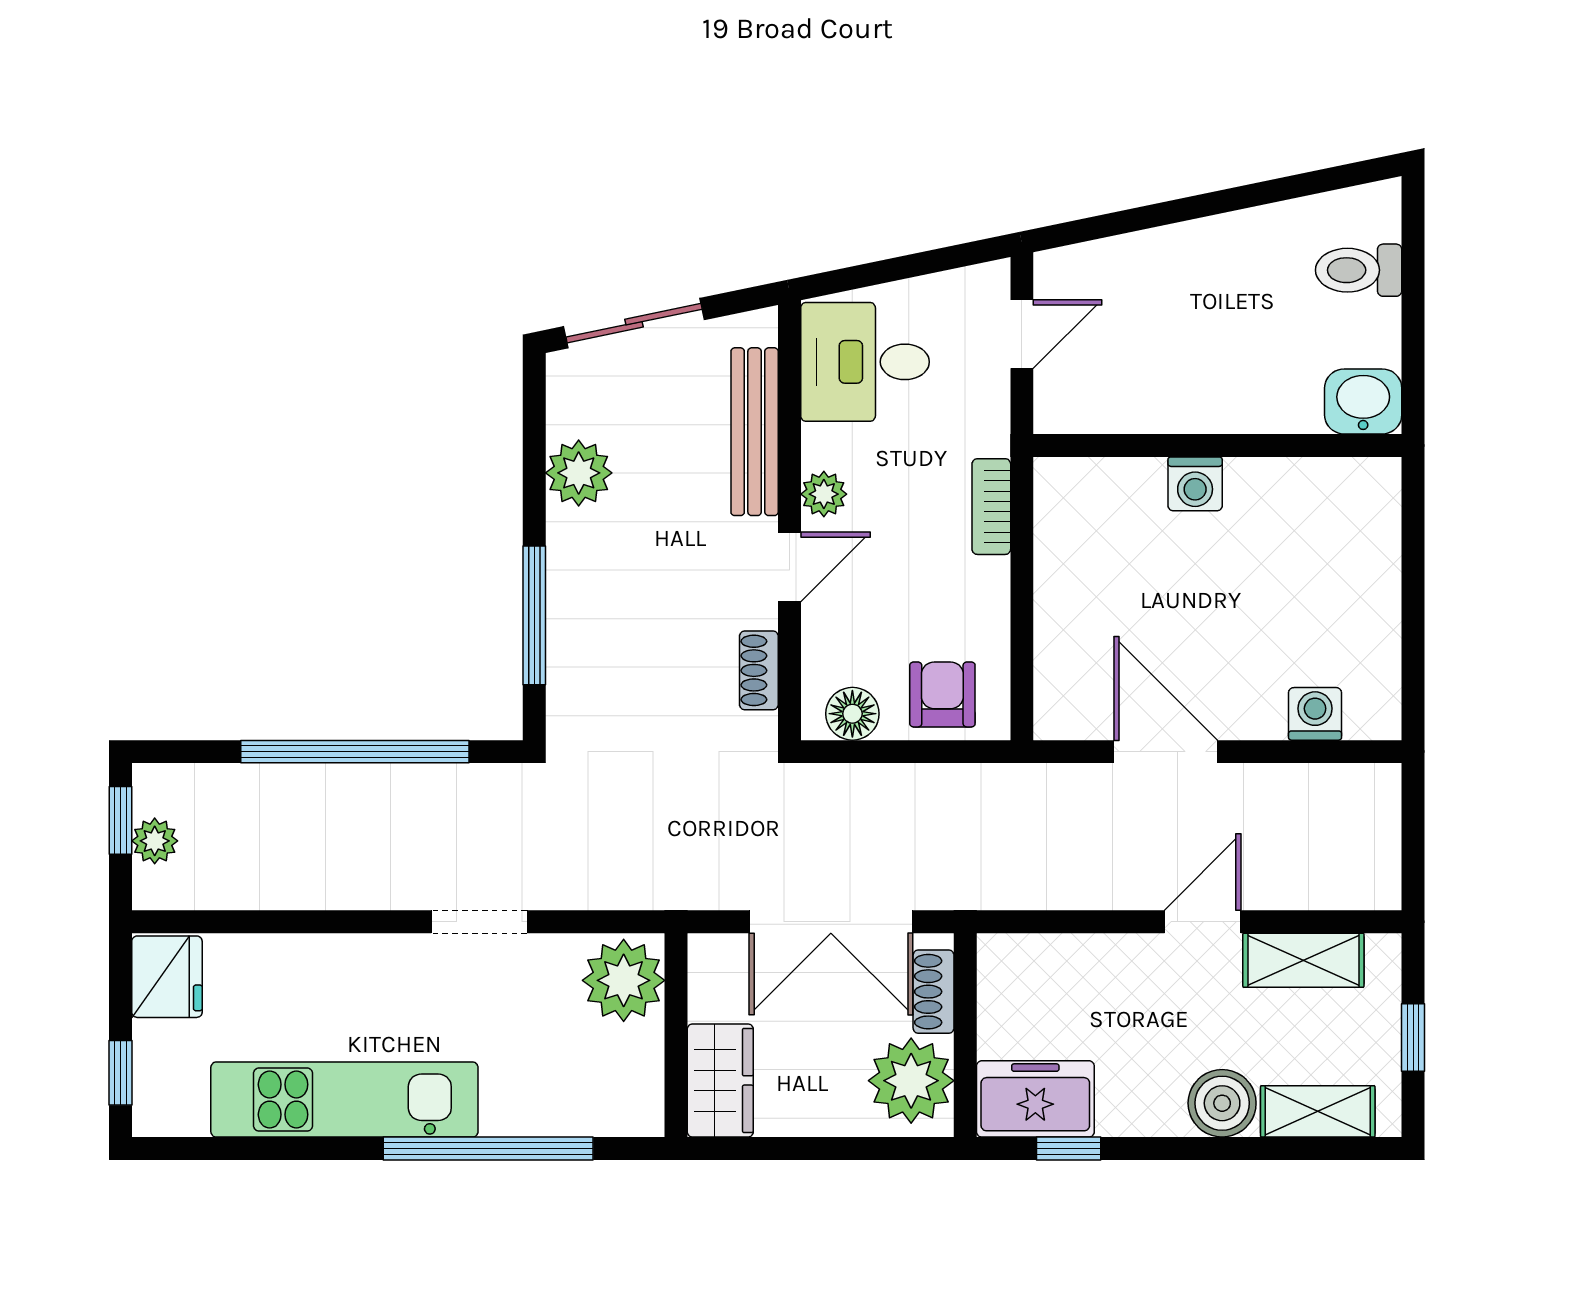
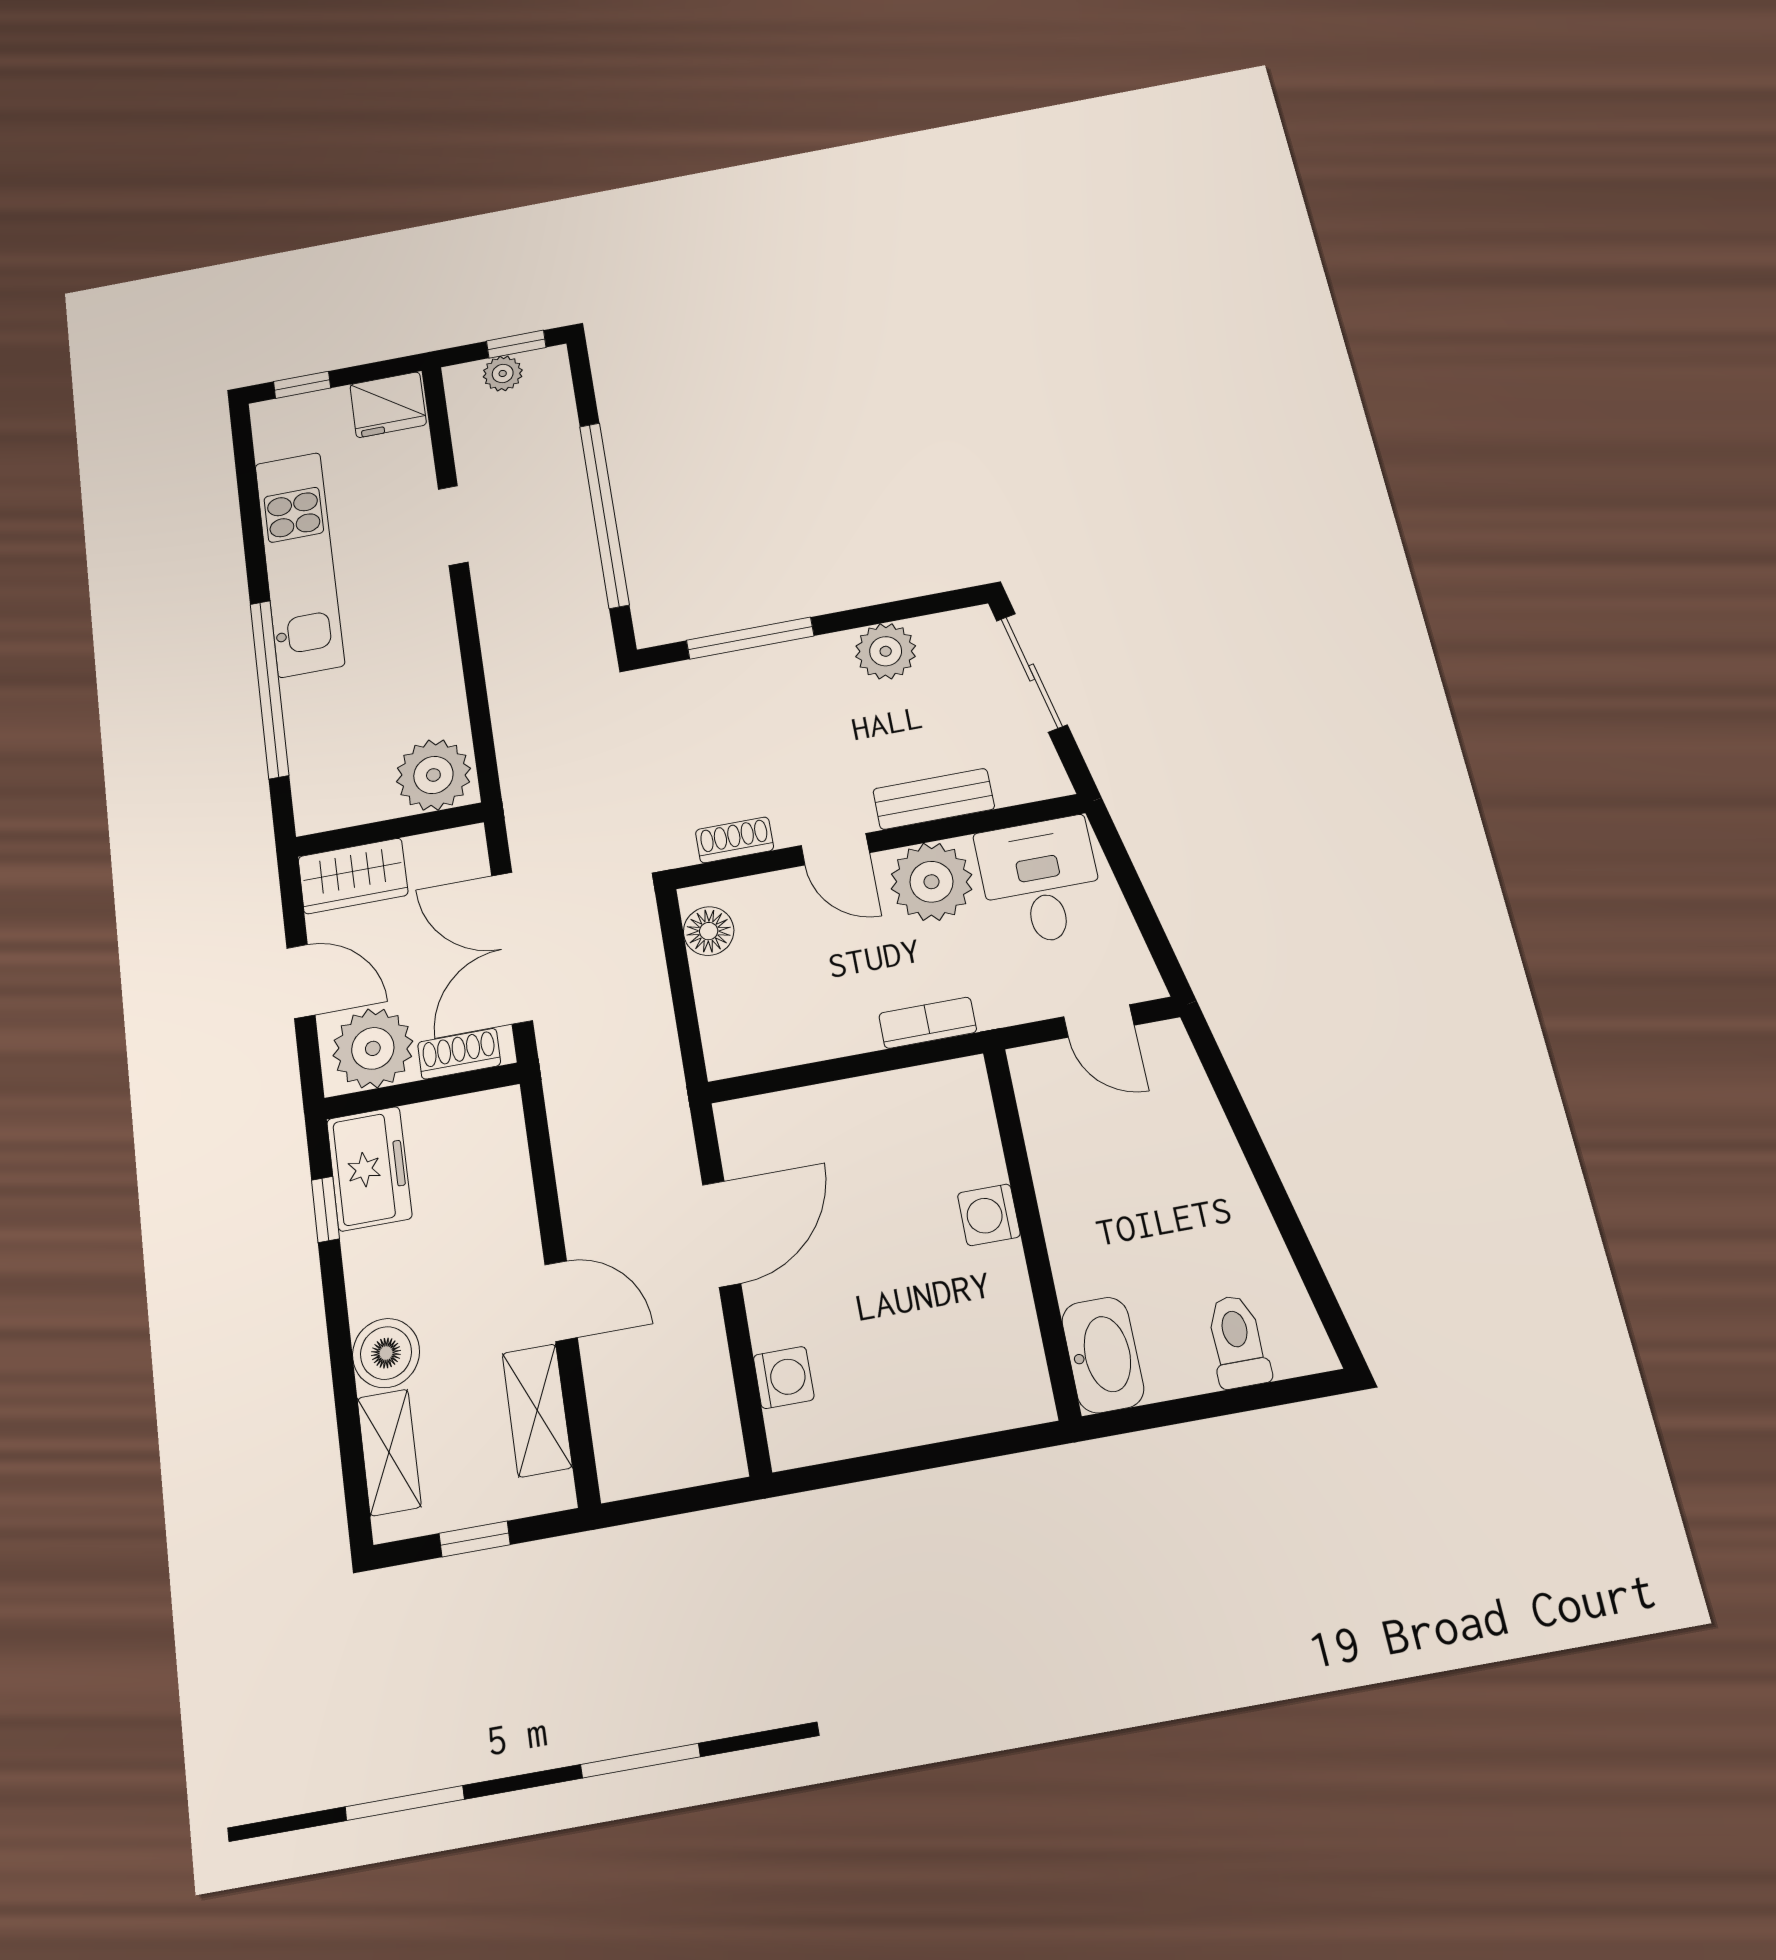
washbasin: (1363, 401) -> (1103, 1355), width x1.38
bench: (755, 432) -> (934, 799), width x0.73
plant: (824, 494) -> (931, 882), width x1.87, depth x1.87
armchair: (942, 694) -> (741, 1010), removed
doorway: (479, 922) -> (453, 525), moved
door: (825, 1148) -> (301, 981), added

